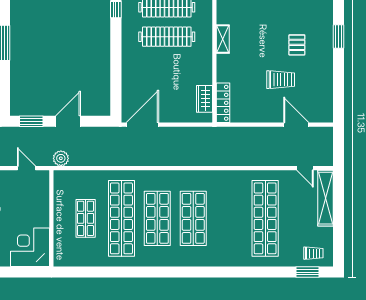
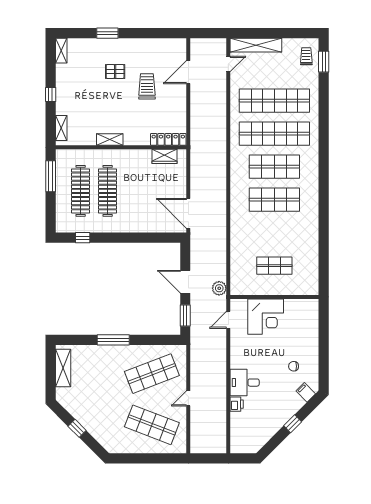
shop shelf: (121, 218) -> (274, 134), moved
corner desk: (30, 247) -> (266, 317), moved, turned -90

